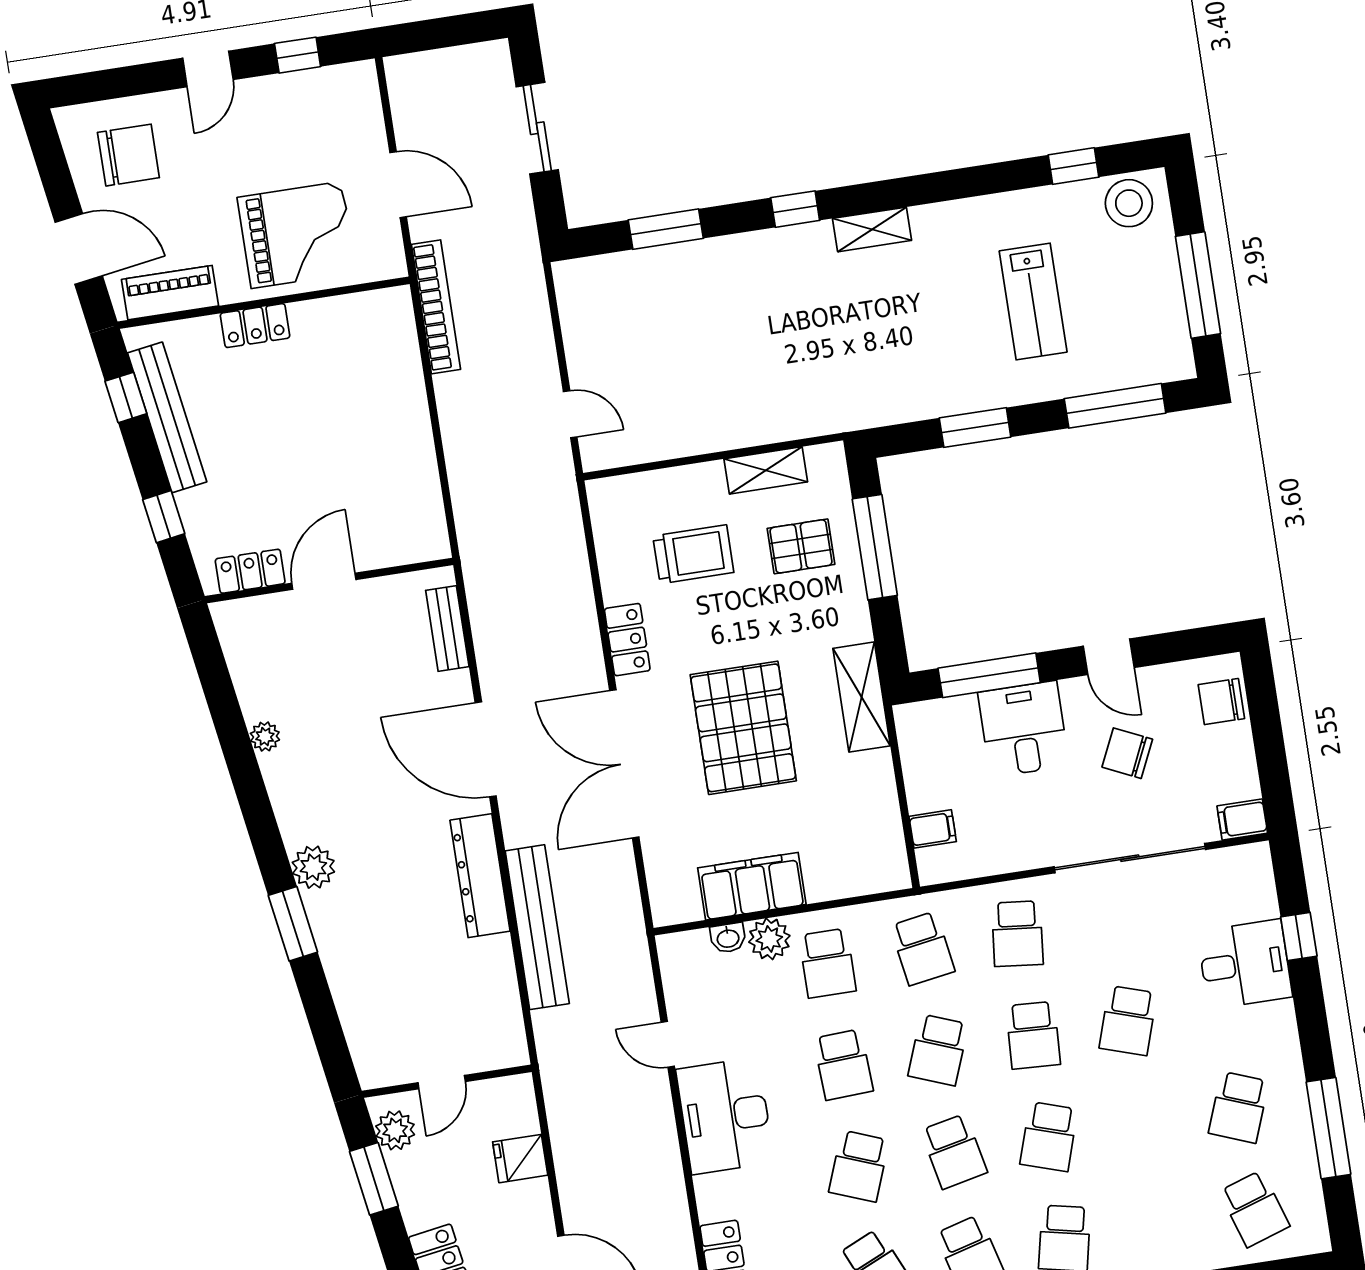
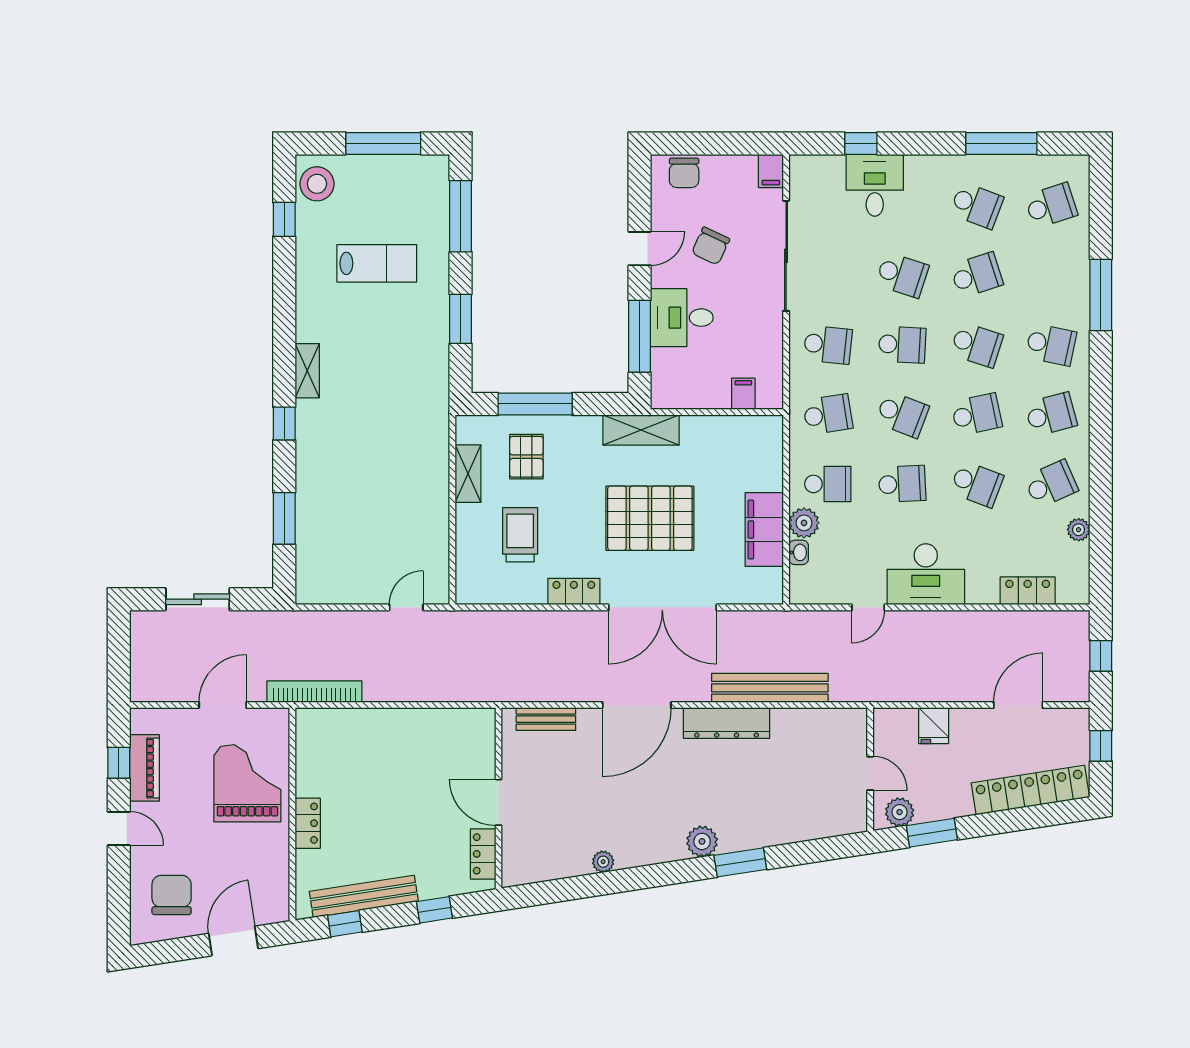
piano: (170, 293) -> (144, 768), moved, turned 180
school desk: (1144, 1122) -> (977, 275), added

